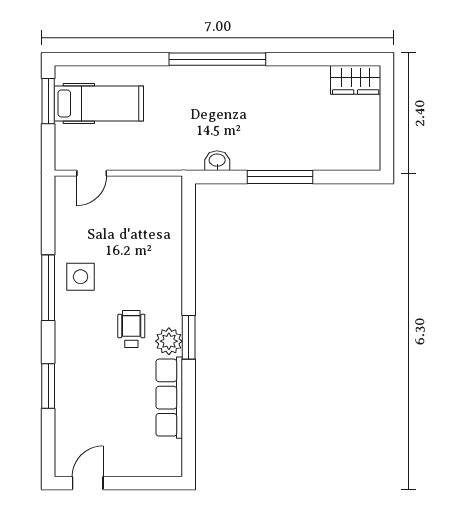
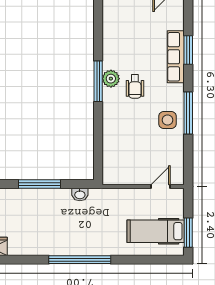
window: (189, 337) -> (98, 81), width x1.44
row of seats: (169, 398) -> (176, 57), moved, turned 180

